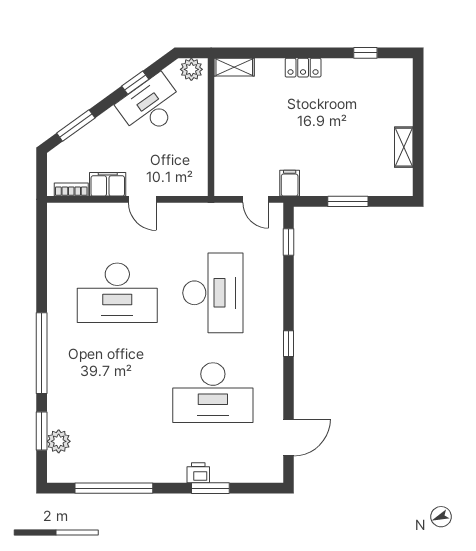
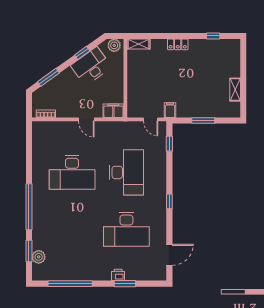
filing cabinet: (108, 184) -> (113, 111), moved

